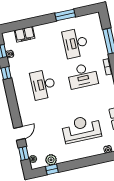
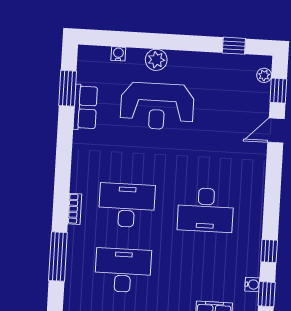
desk: (75, 43) -> (123, 270), turned -90
desk: (43, 84) -> (206, 210), turned 90
plant: (51, 160) -> (156, 60), moved

